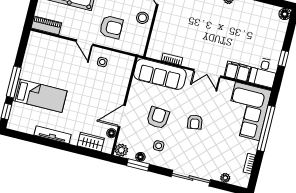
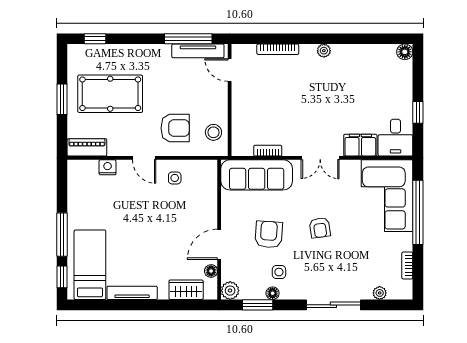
stool: (142, 18) -> (213, 132), moved
nightstand: (57, 43) -> (108, 167), added
bed: (40, 96) -> (90, 265), moved, turned -90
floor lamp: (140, 157) -> (273, 293), moved

